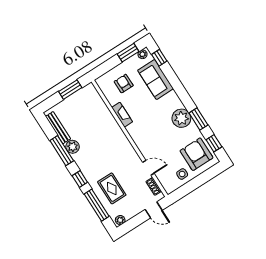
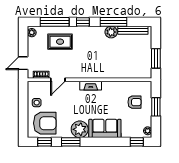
window: (128, 53) -> (156, 107), moved
sofa: (156, 79) -> (105, 128), moved
fireplace: (122, 115) -> (91, 86), moved

